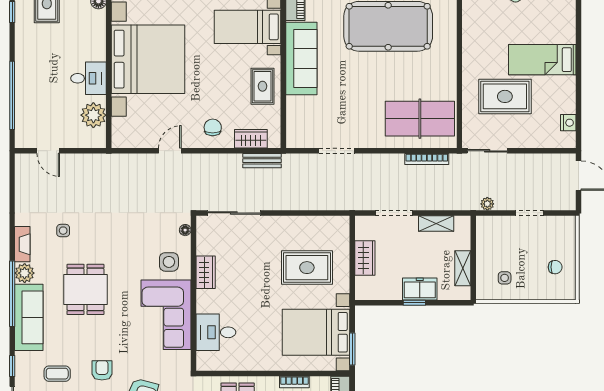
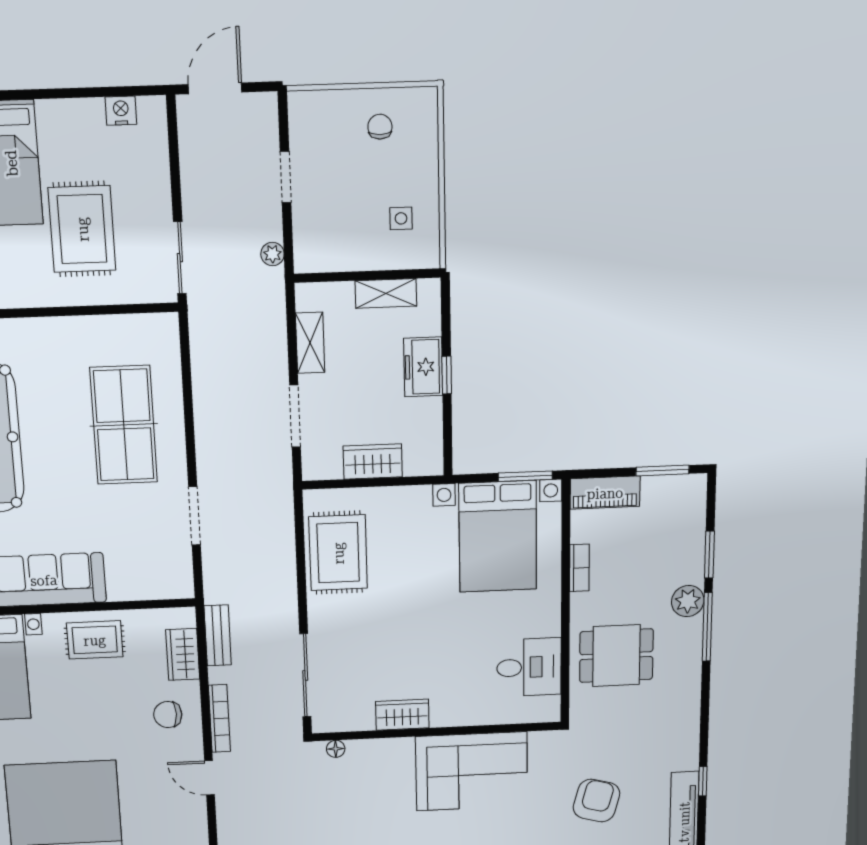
table tennis table: (420, 119) -> (124, 425), moved
bookcase: (427, 159) -> (219, 718), moved
side table: (169, 262) -> (387, 771), removed
rug: (307, 268) -> (338, 553), moved
desk: (216, 332) -> (529, 667), moved, turned -90

